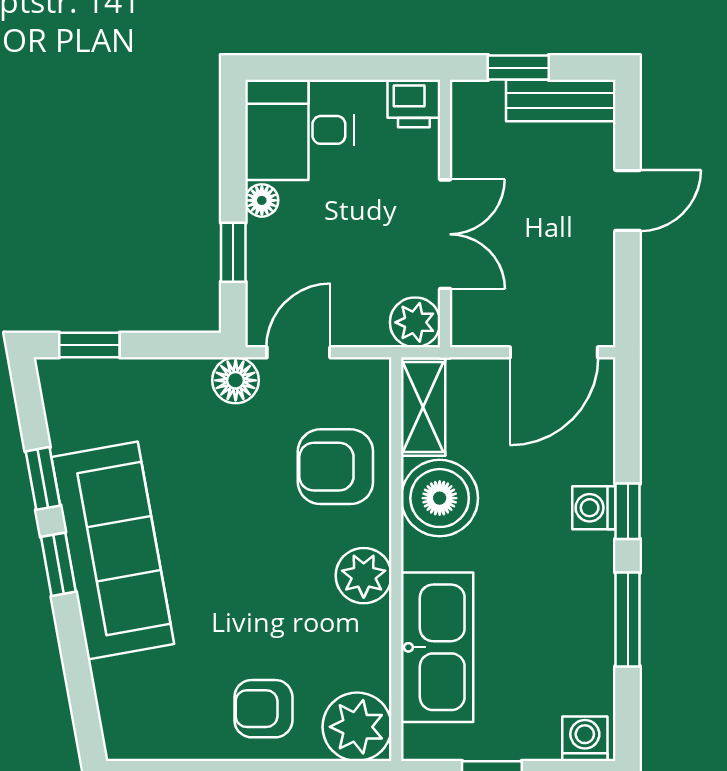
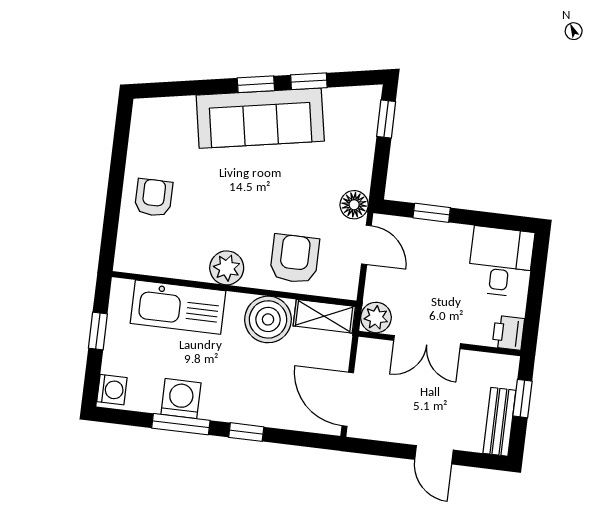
floor lamp: (262, 200) -> (461, 234), removed
washing machine: (594, 508) -> (181, 399), moved, width x1.38, depth x1.38
plant: (357, 727) -> (136, 253), removed

